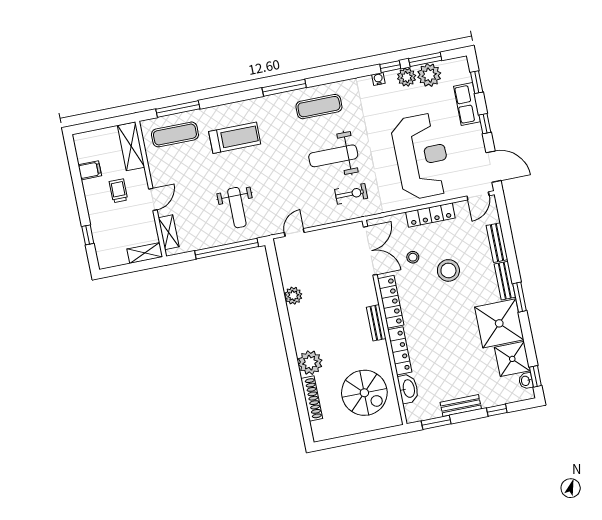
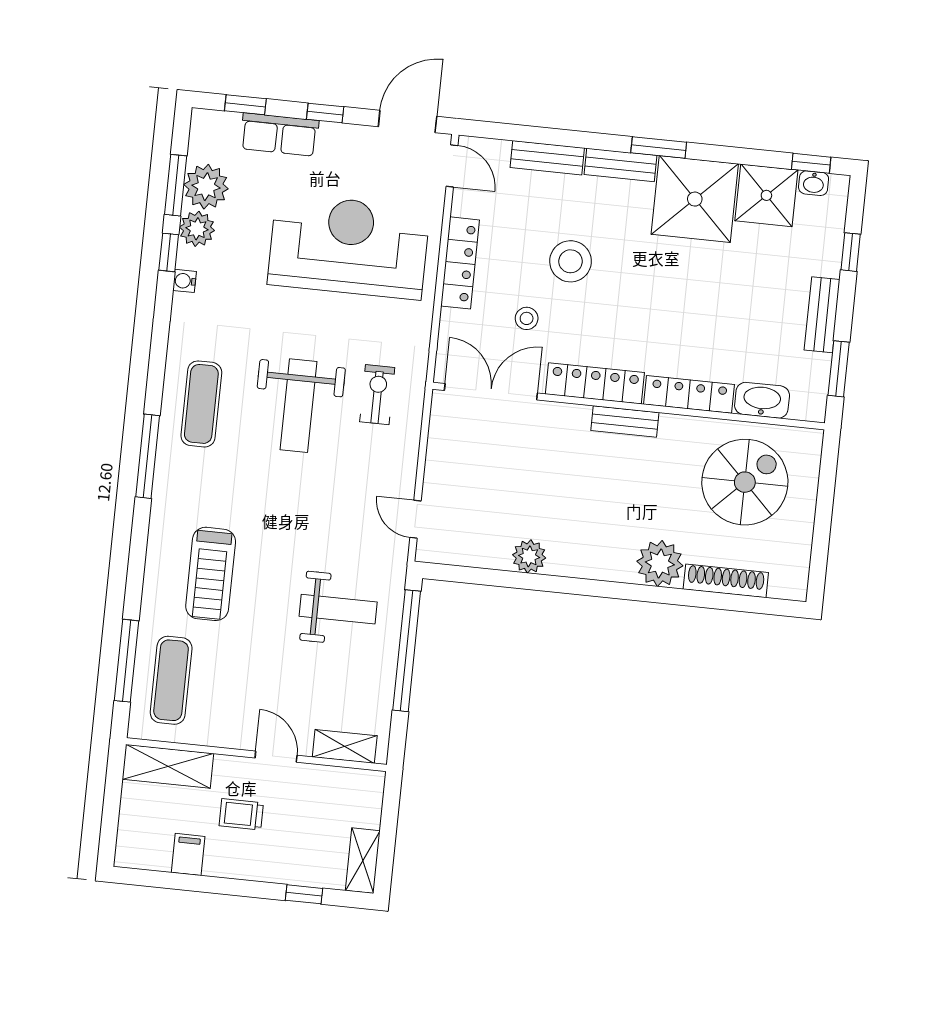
treadmill: (235, 138) -> (211, 574), turned 180
shelving: (145, 253) -> (363, 861), moved

